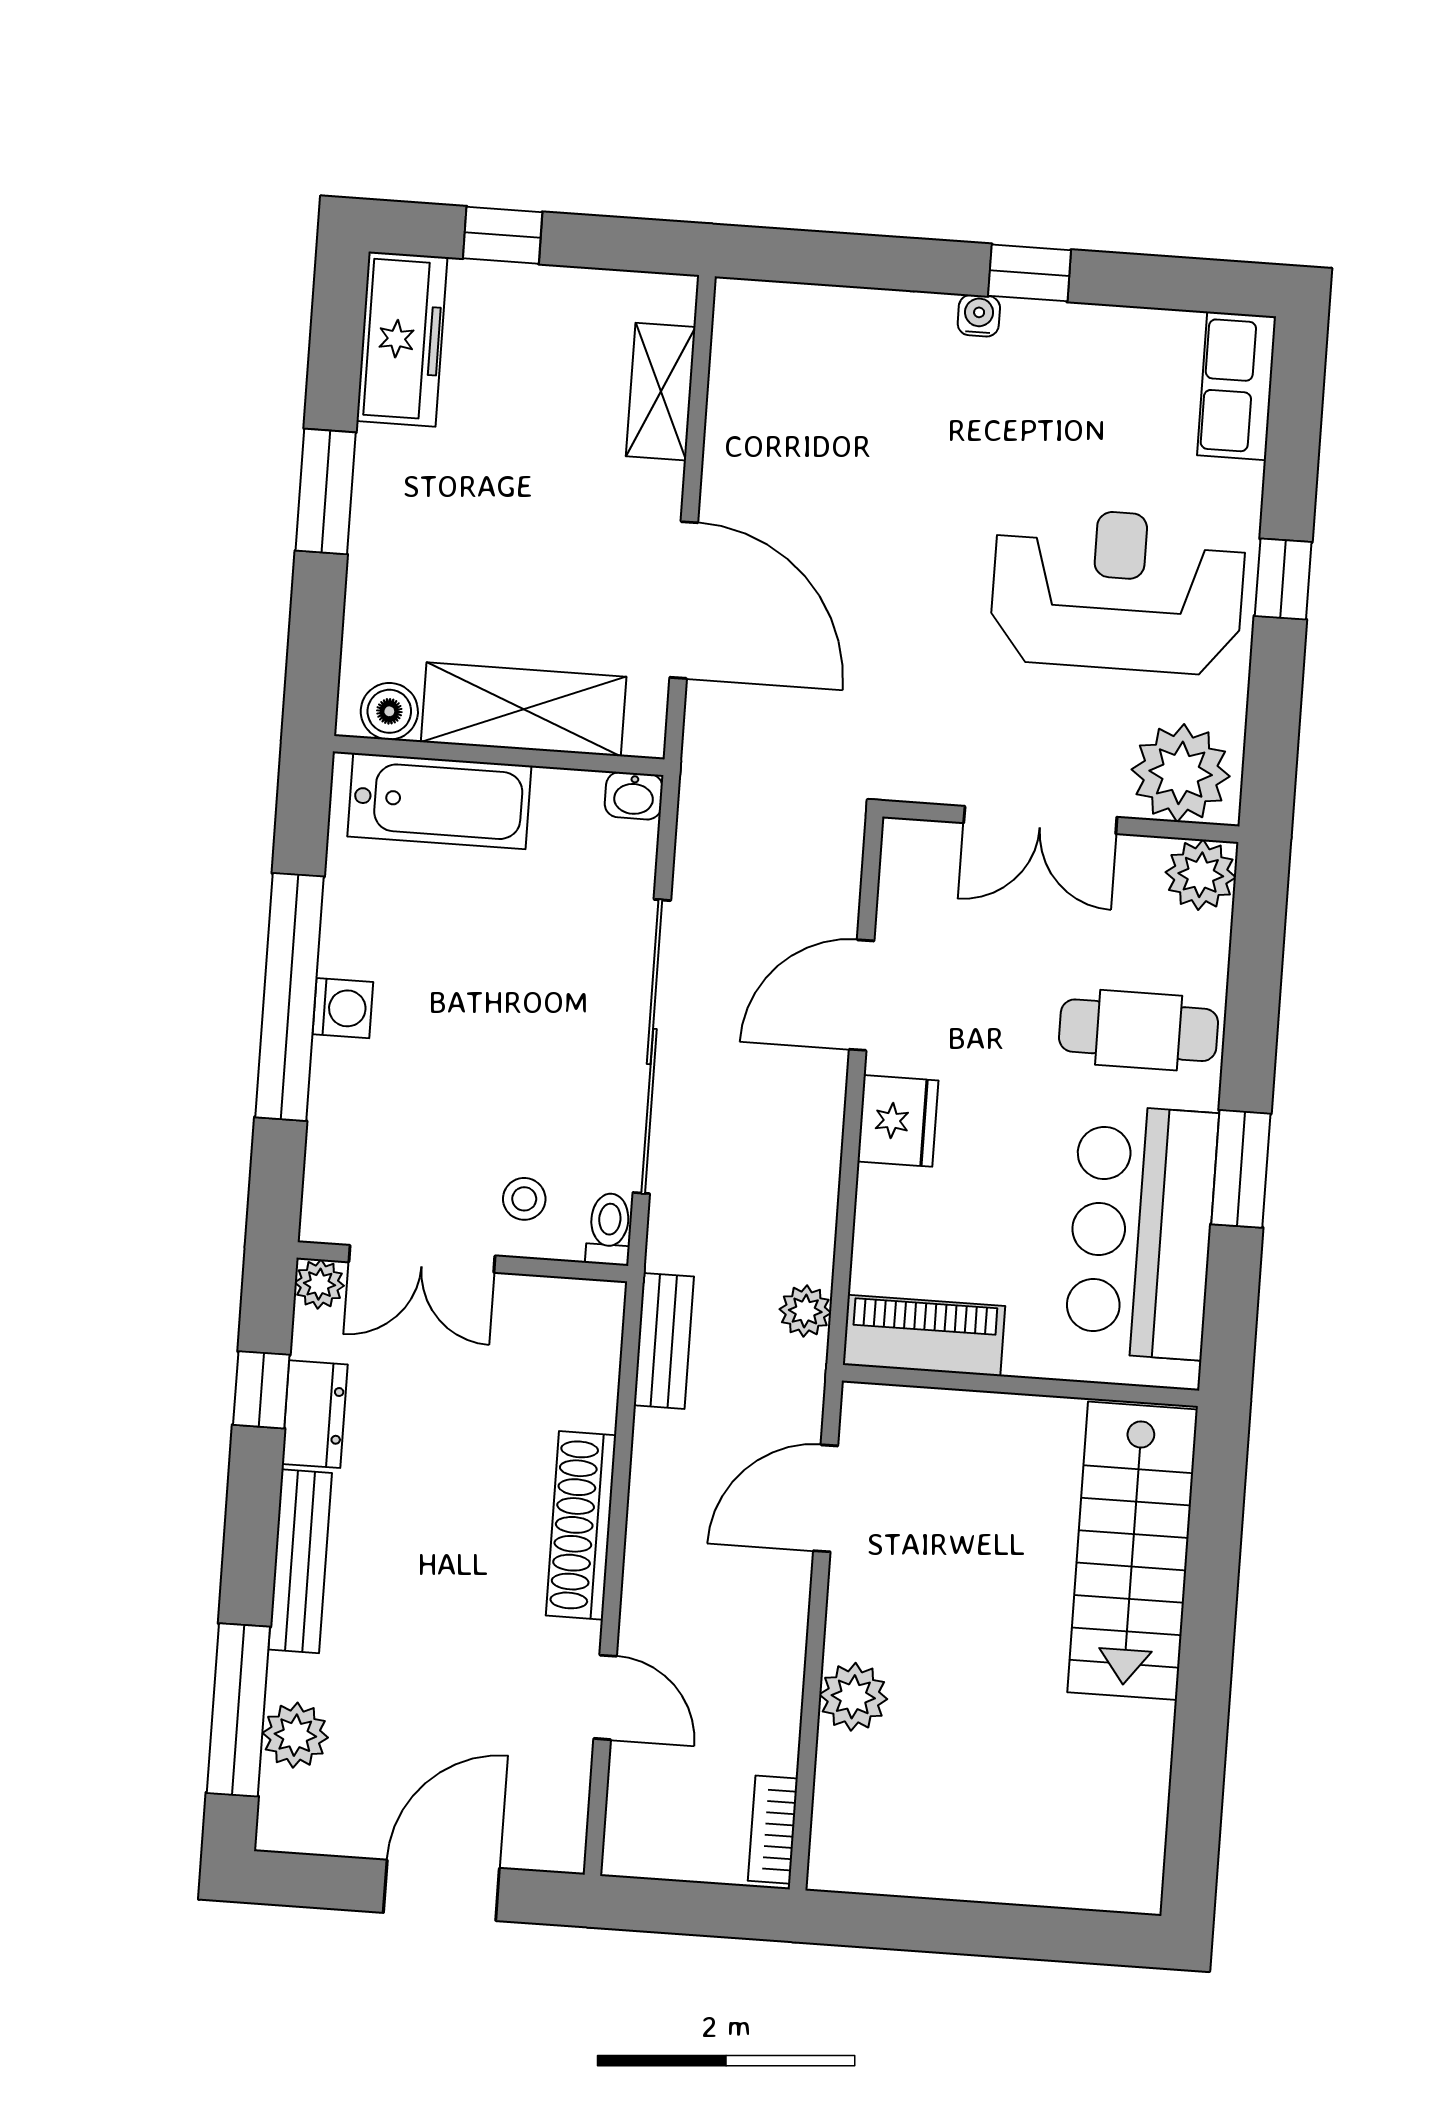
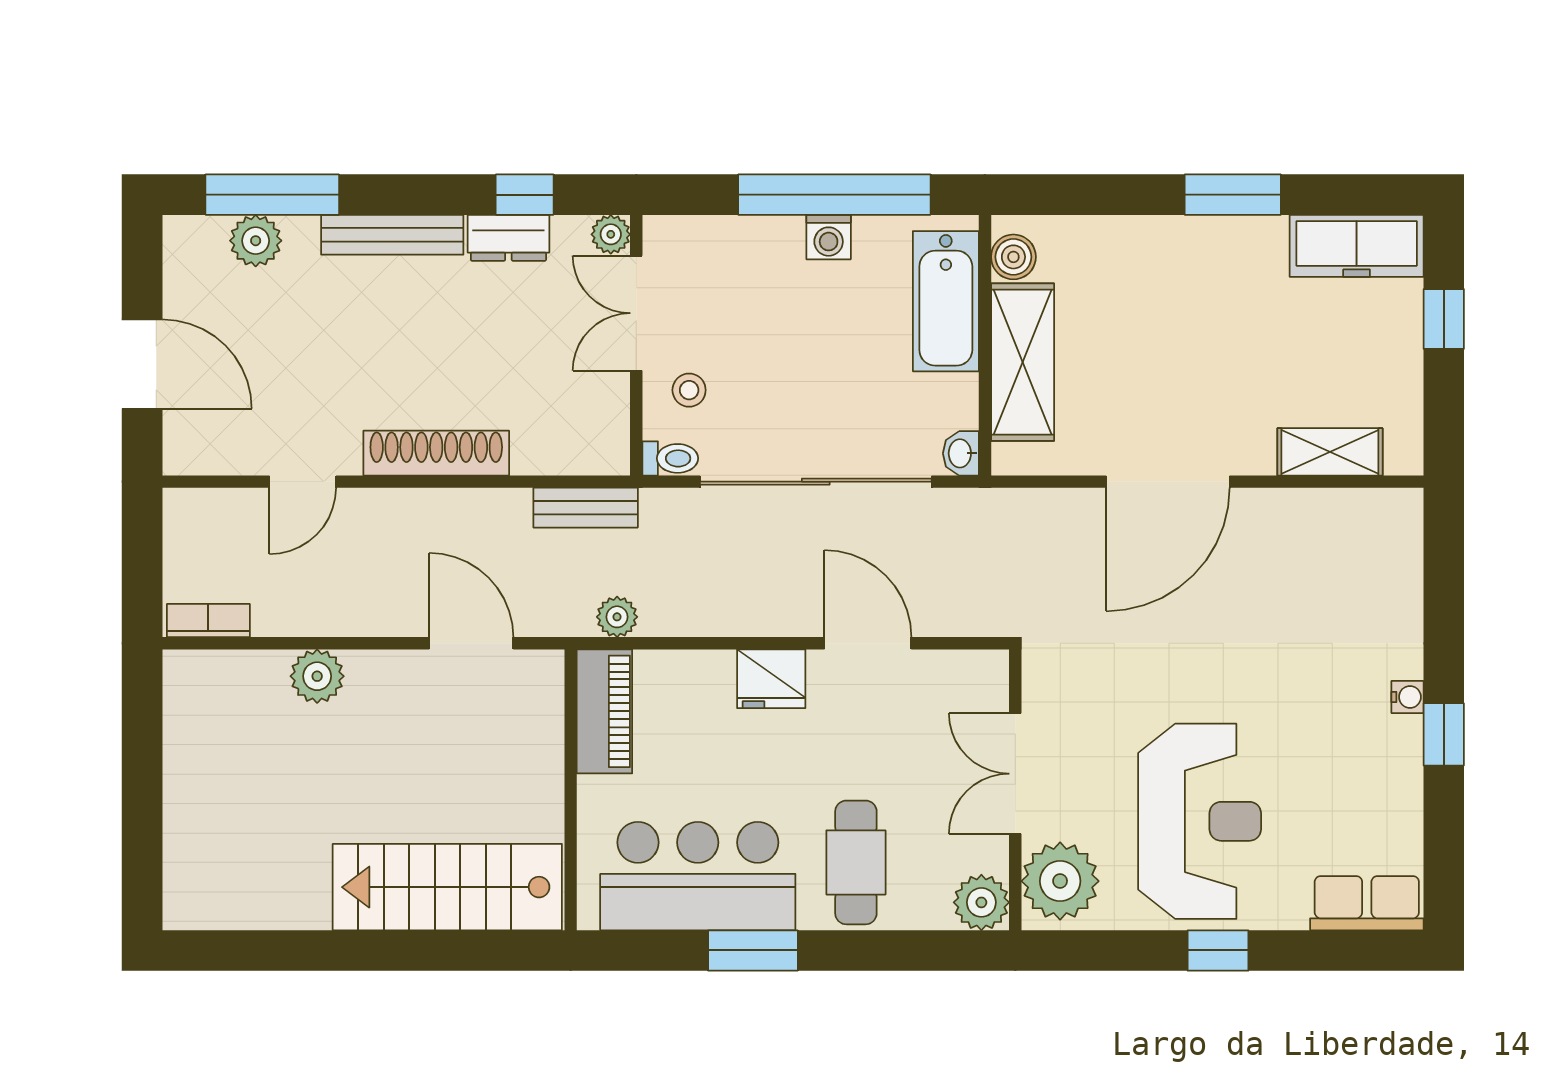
shelving: (524, 709) -> (1023, 362), moved
boiler: (389, 711) -> (1013, 257), moved
wall: (499, 755) -> (985, 345), moved
washbasin: (634, 796) -> (961, 453), moved
bathtub: (439, 801) -> (946, 301), moved

